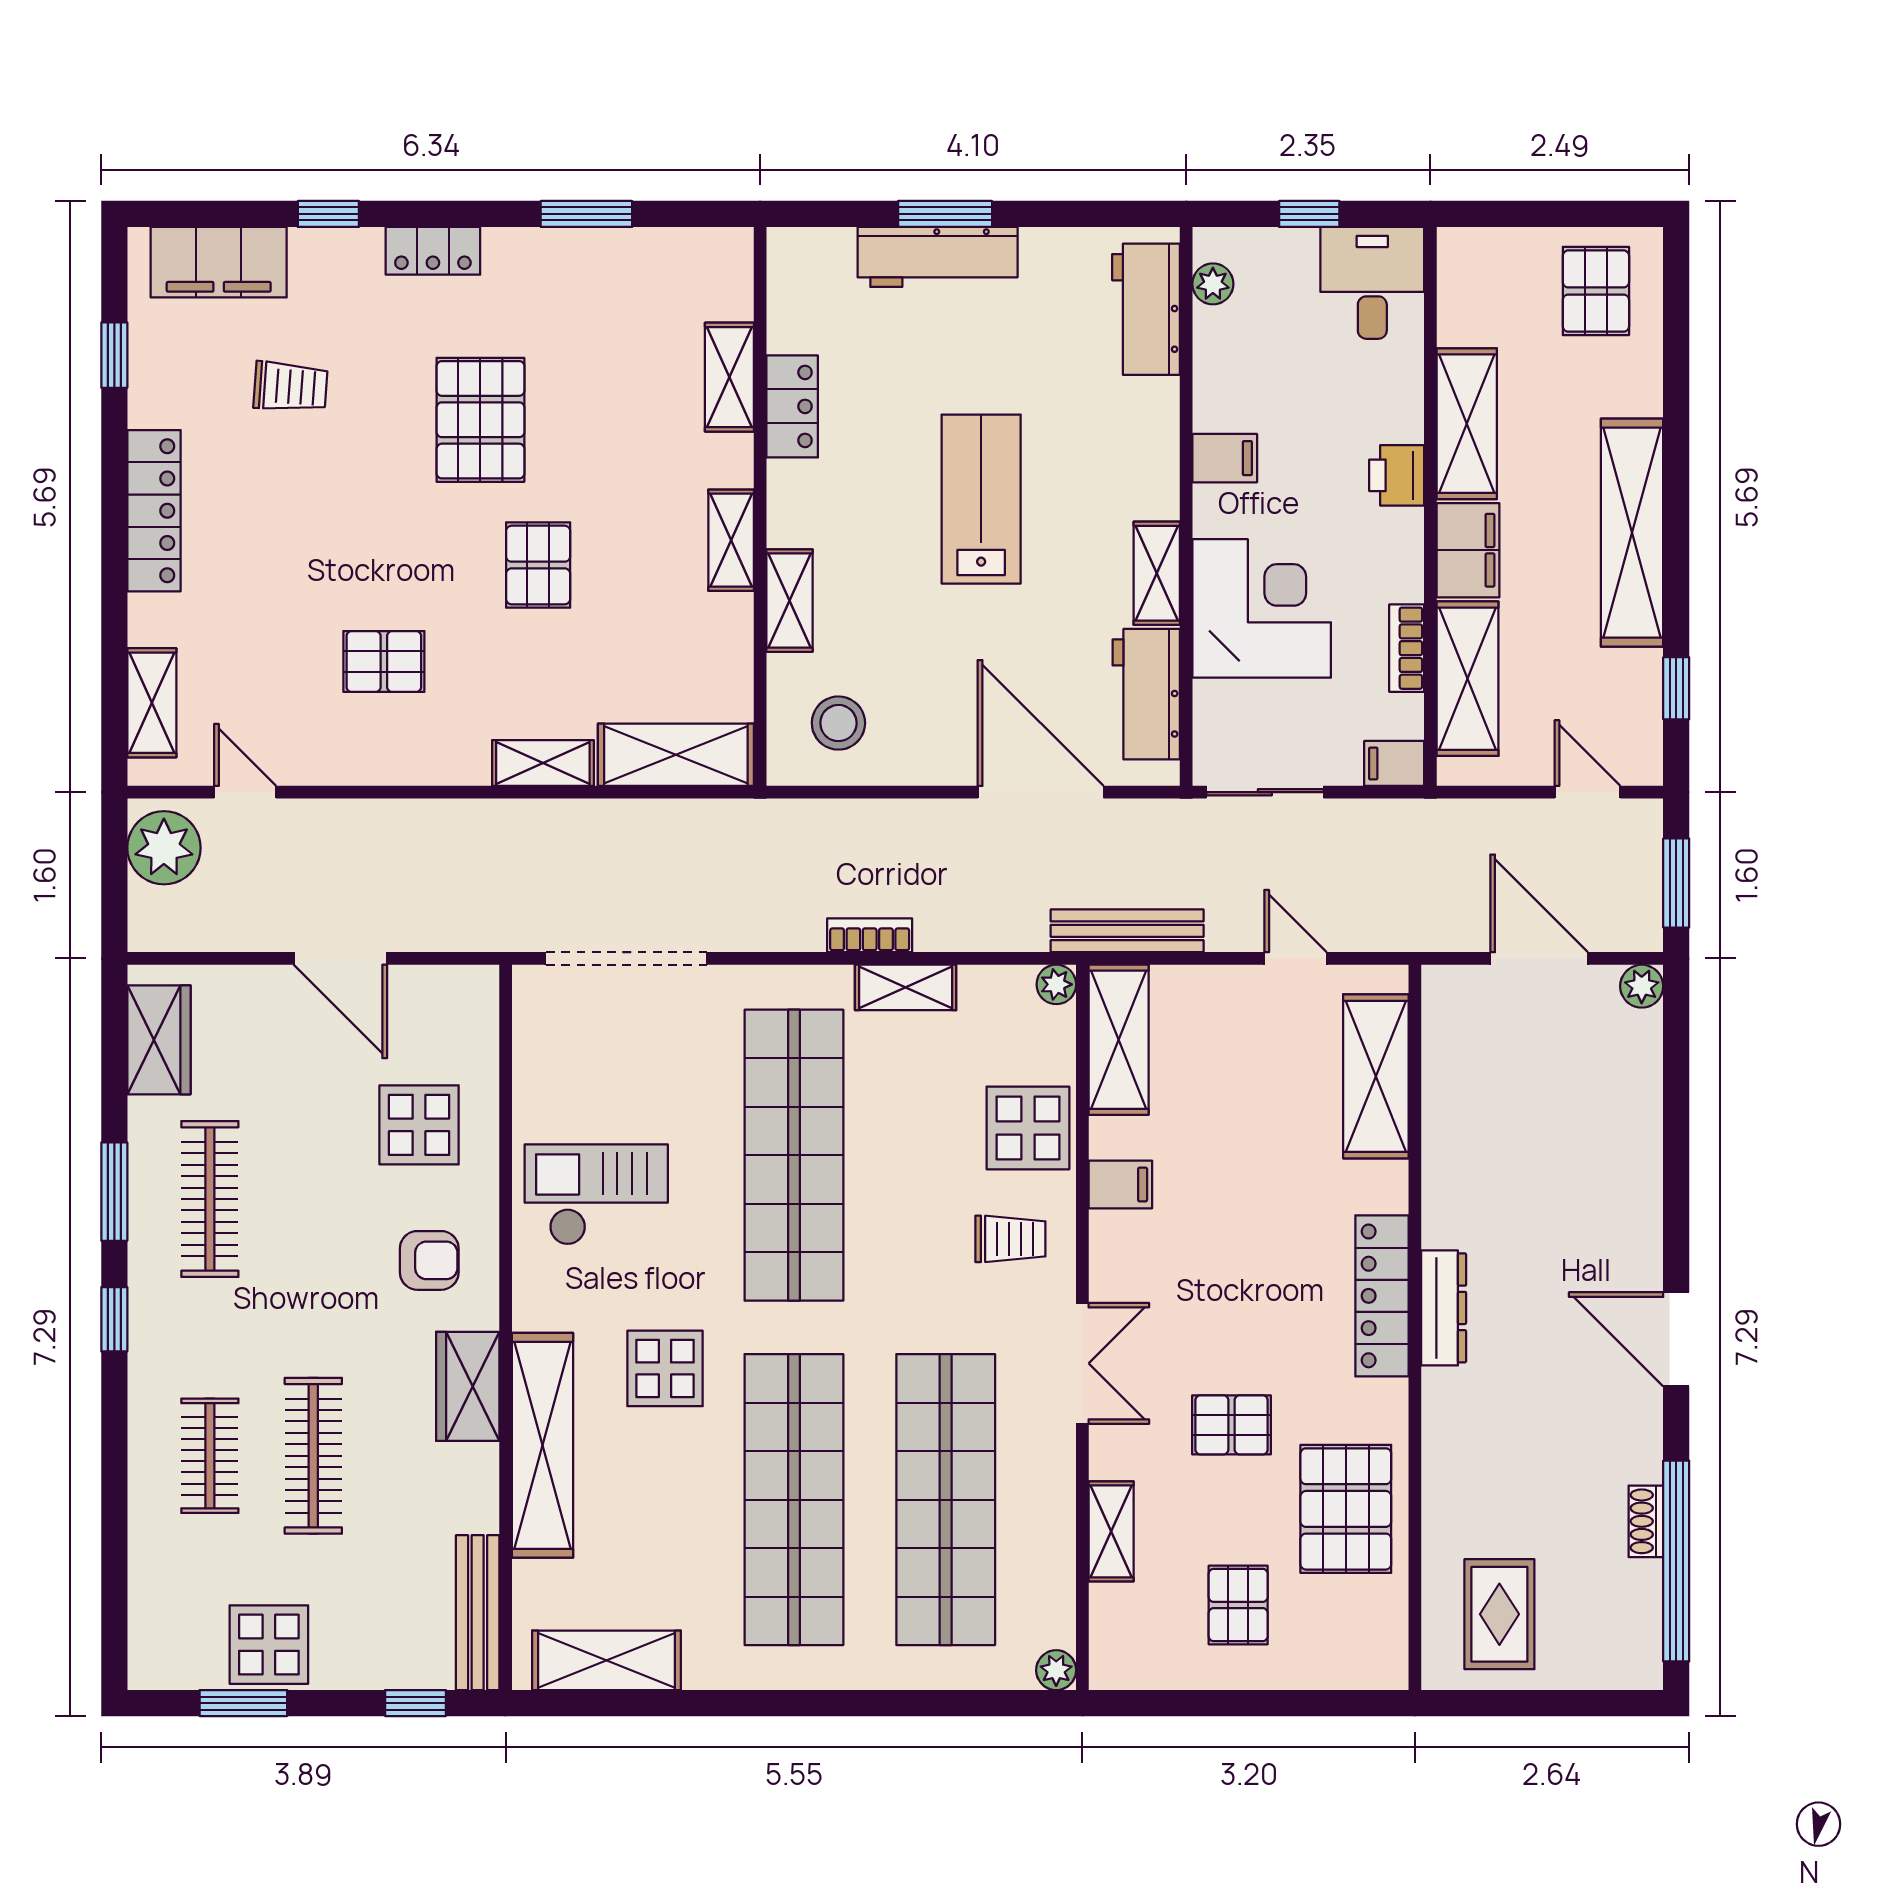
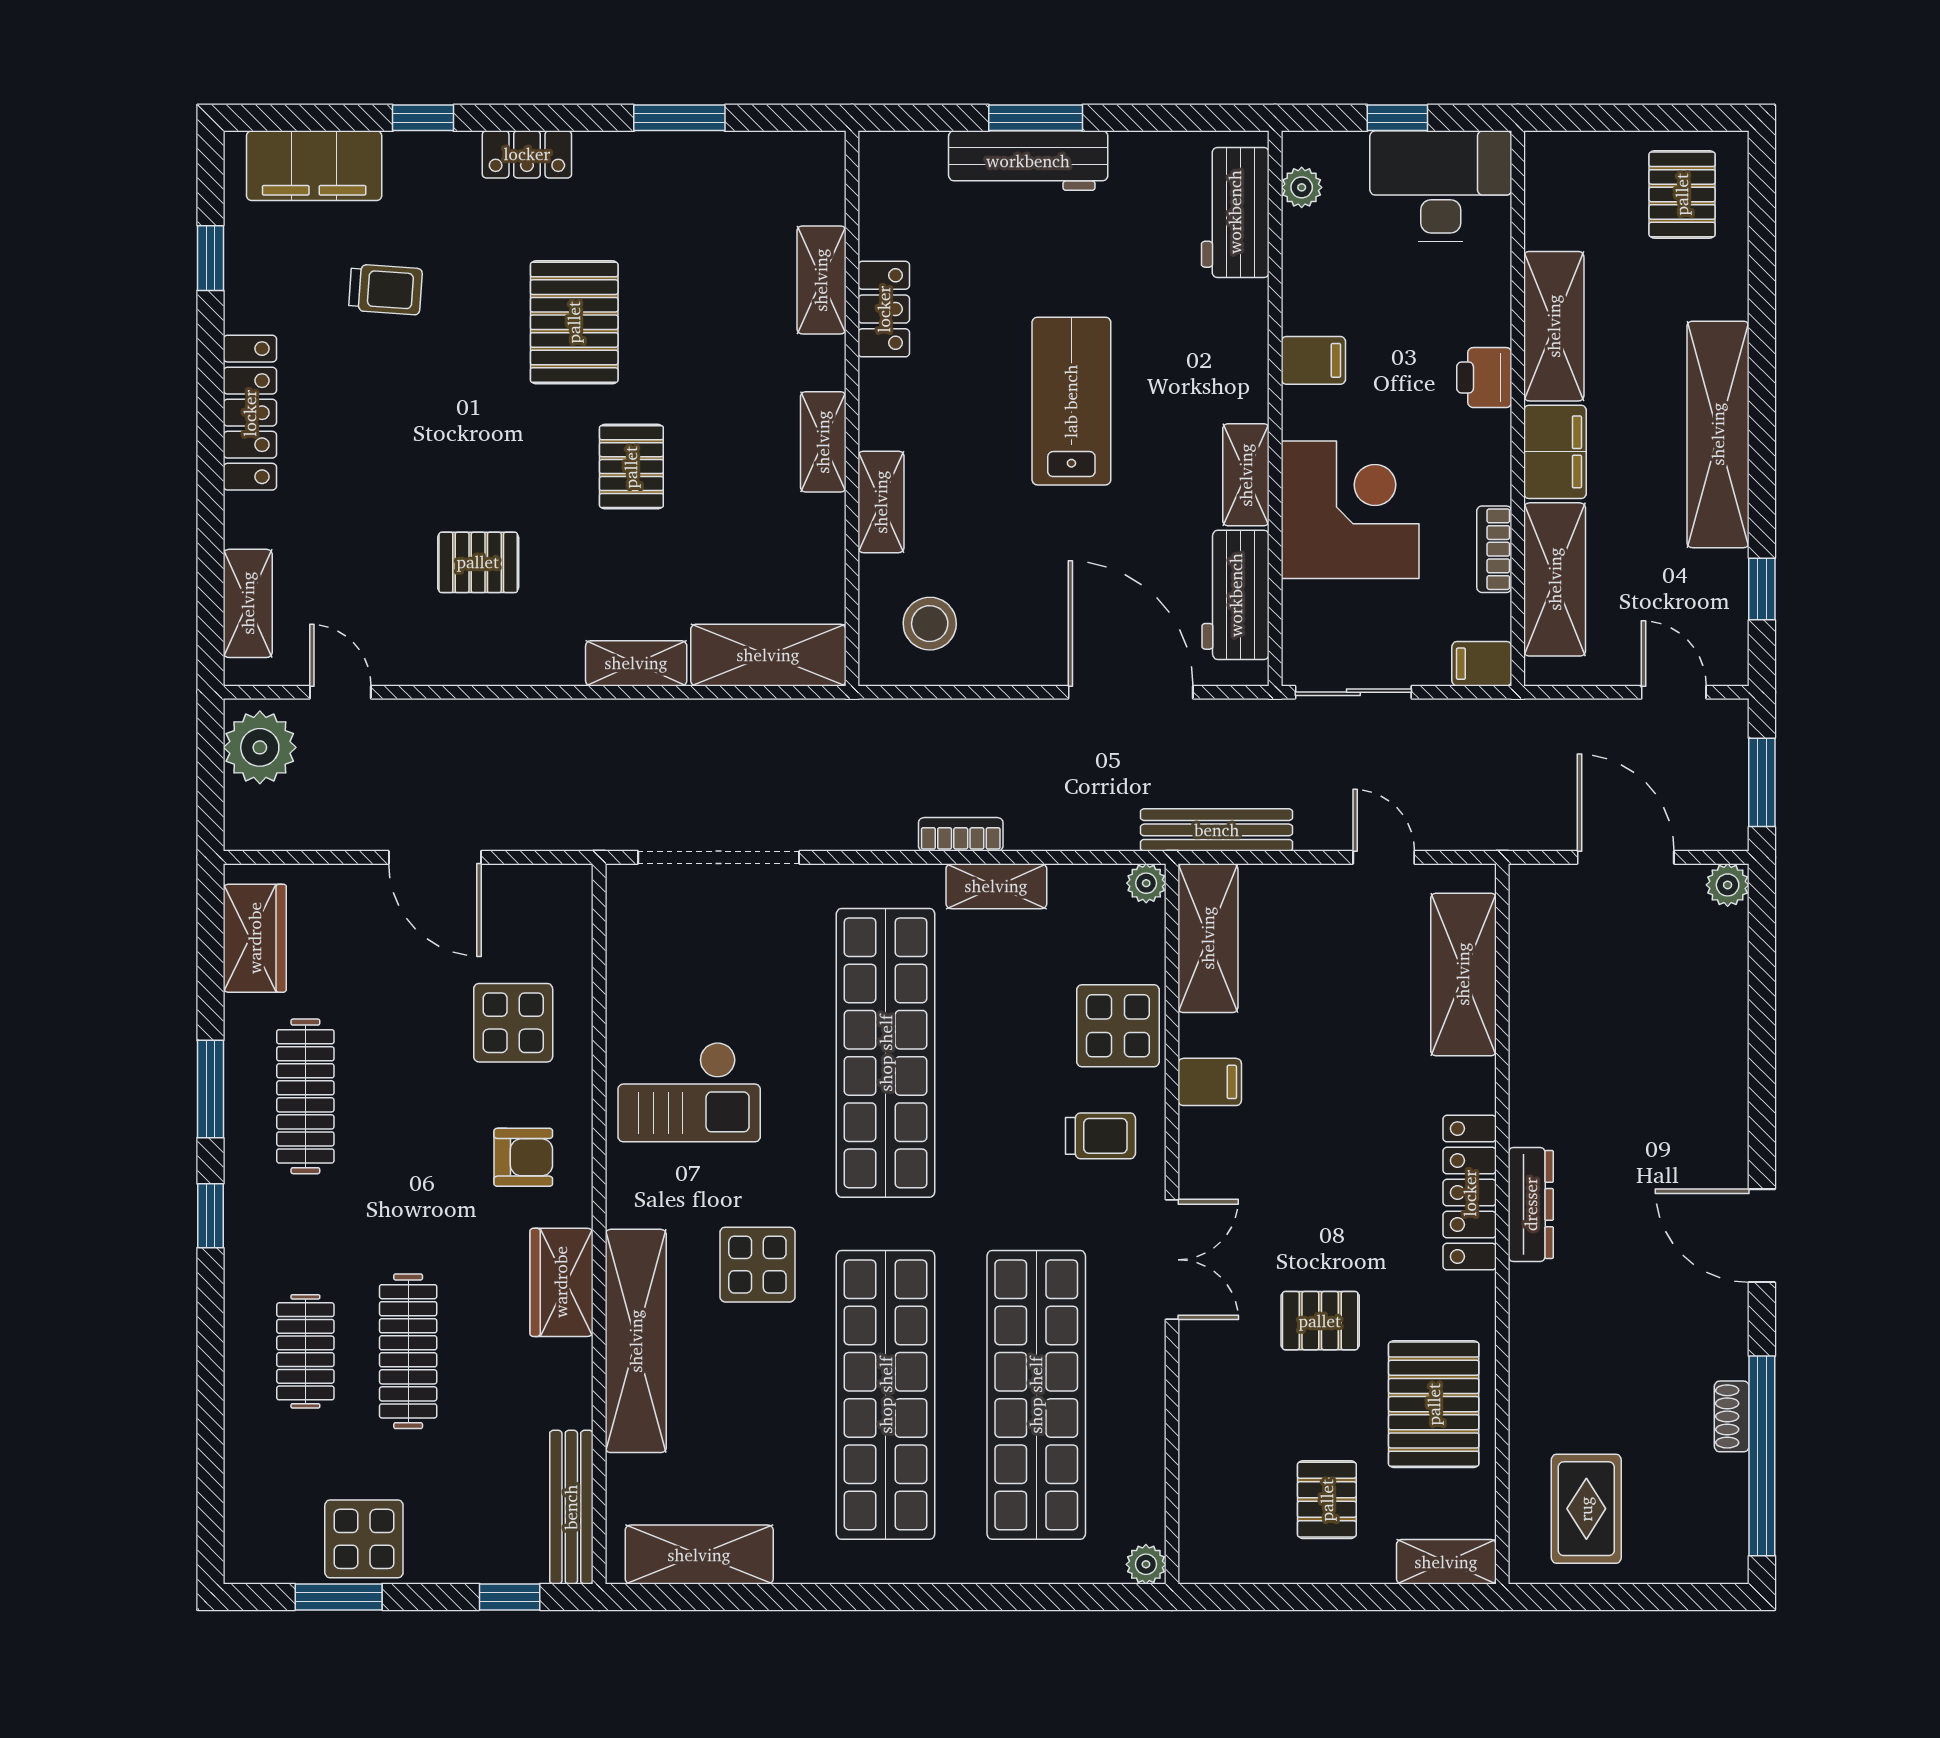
desk: (1372, 283) -> (1441, 186), width x1.37
checkout: (596, 1195) -> (689, 1092), turned 180
shelving: (1111, 1531) -> (1446, 1562), moved, turned 90

